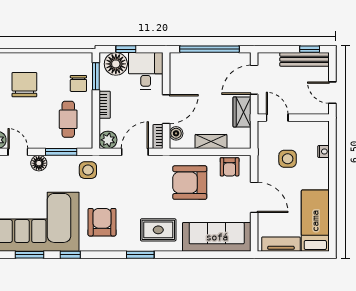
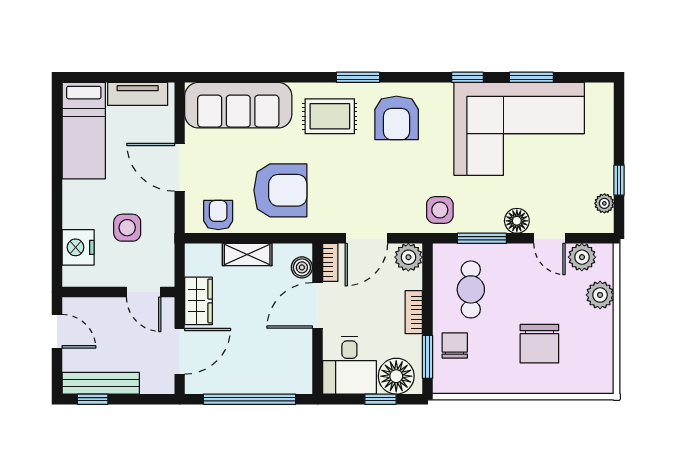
nightstand: (323, 151) -> (78, 247), width x1.89, depth x1.79
armchair: (102, 222) -> (397, 118), moved

